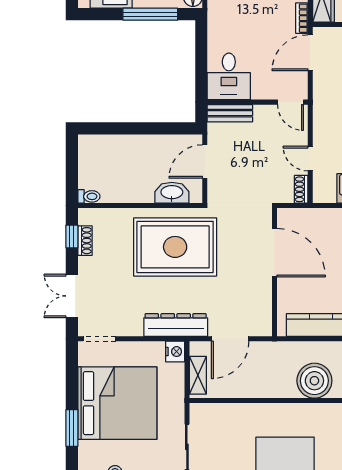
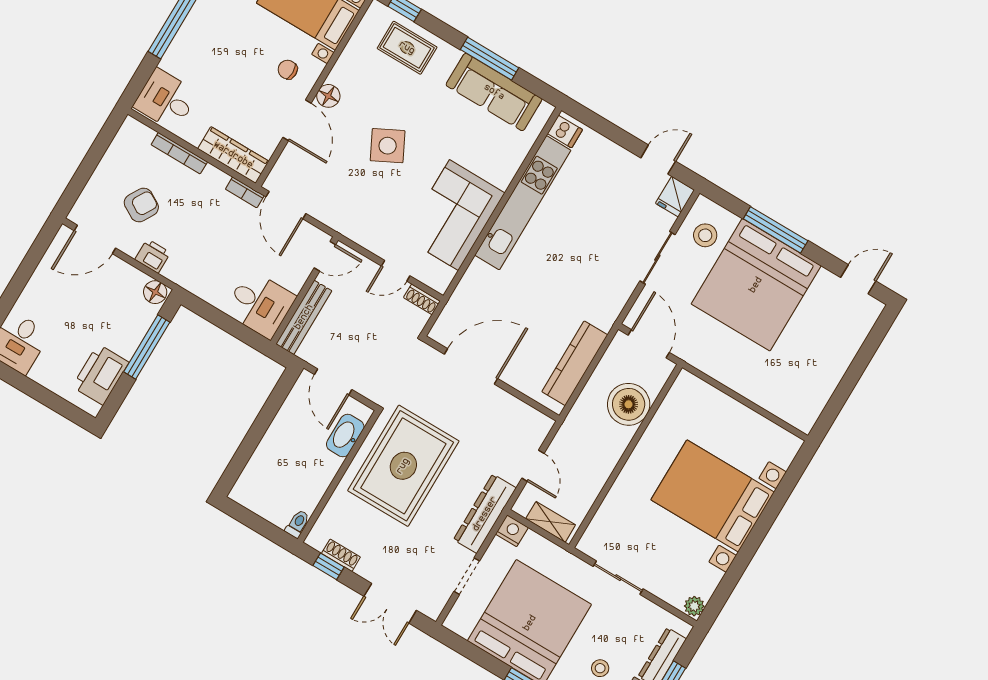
bench: (230, 113) -> (304, 317), width x1.36
doorway: (100, 339) -> (467, 576), moved
door: (230, 339) -> (533, 466), width x0.73

